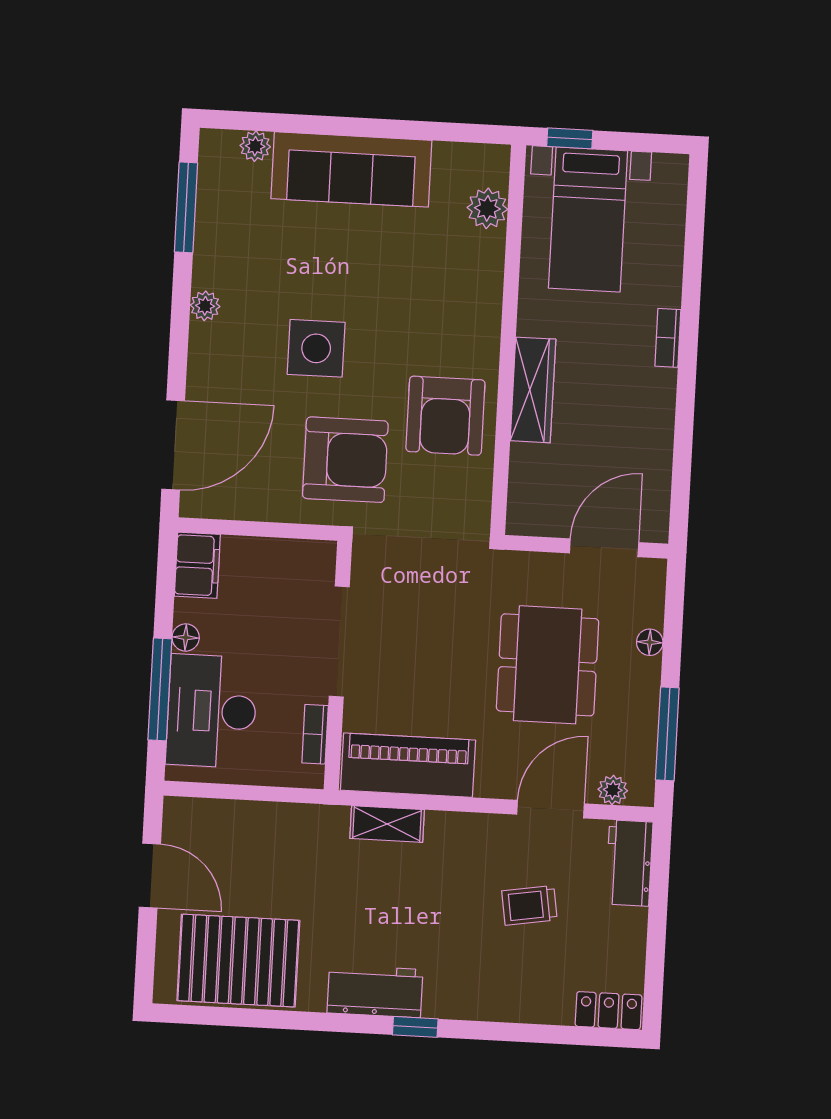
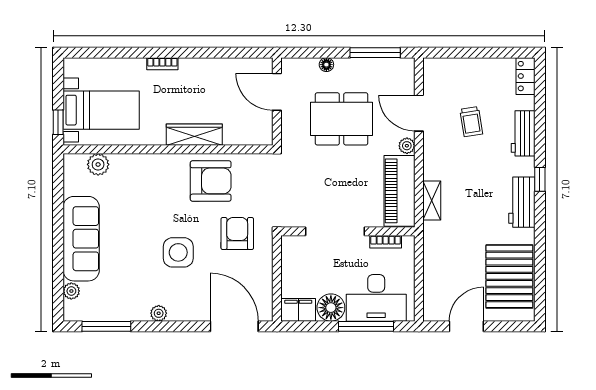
armchair: (345, 460) -> (237, 233), width x0.73, depth x0.73
floor lamp: (186, 638) -> (331, 308), width x1.89, depth x1.89
plant: (613, 790) -> (407, 146), moved
workbench: (629, 863) -> (523, 133), moved, turned 90

